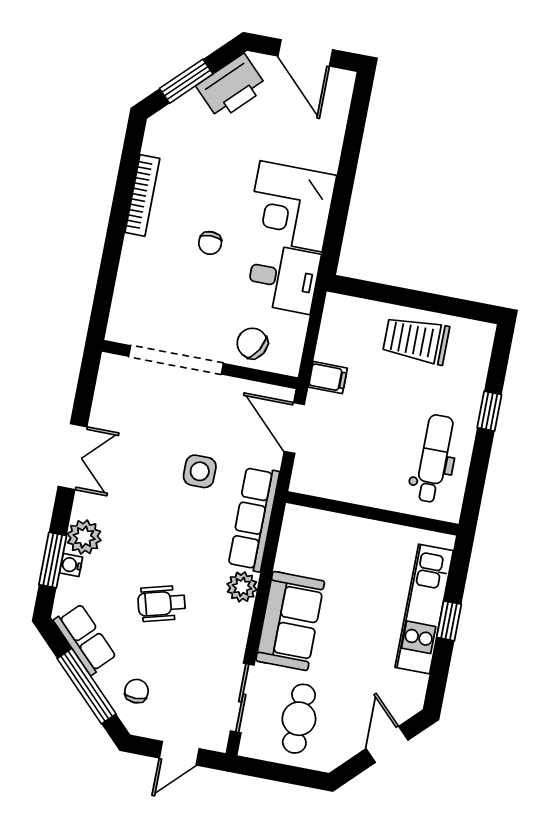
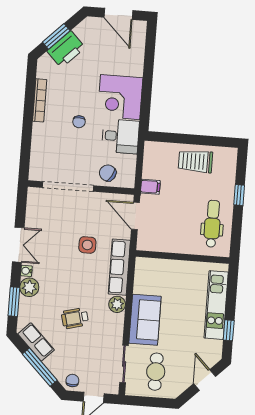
printer: (232, 87) -> (66, 49), moved
water cooler: (71, 565) -> (26, 271), moved
window: (449, 621) -> (229, 330), moved
chair: (136, 691) -> (72, 381), moved

